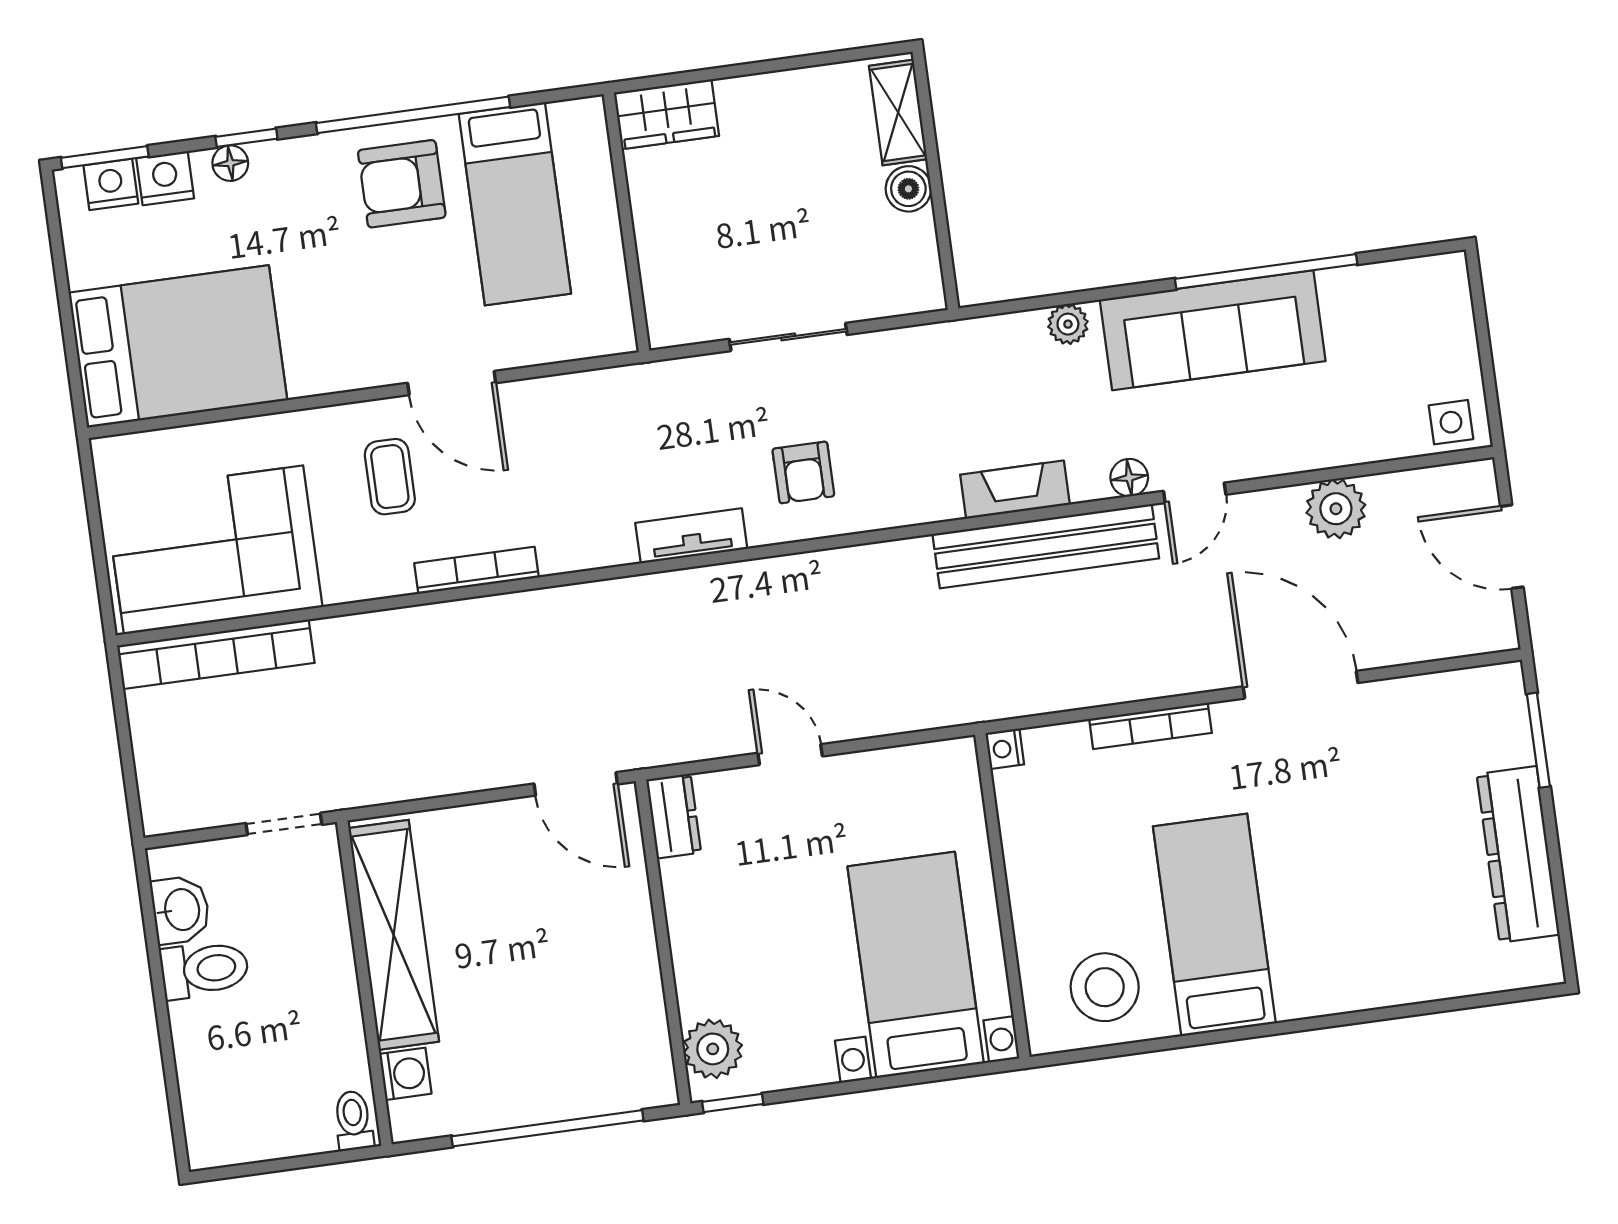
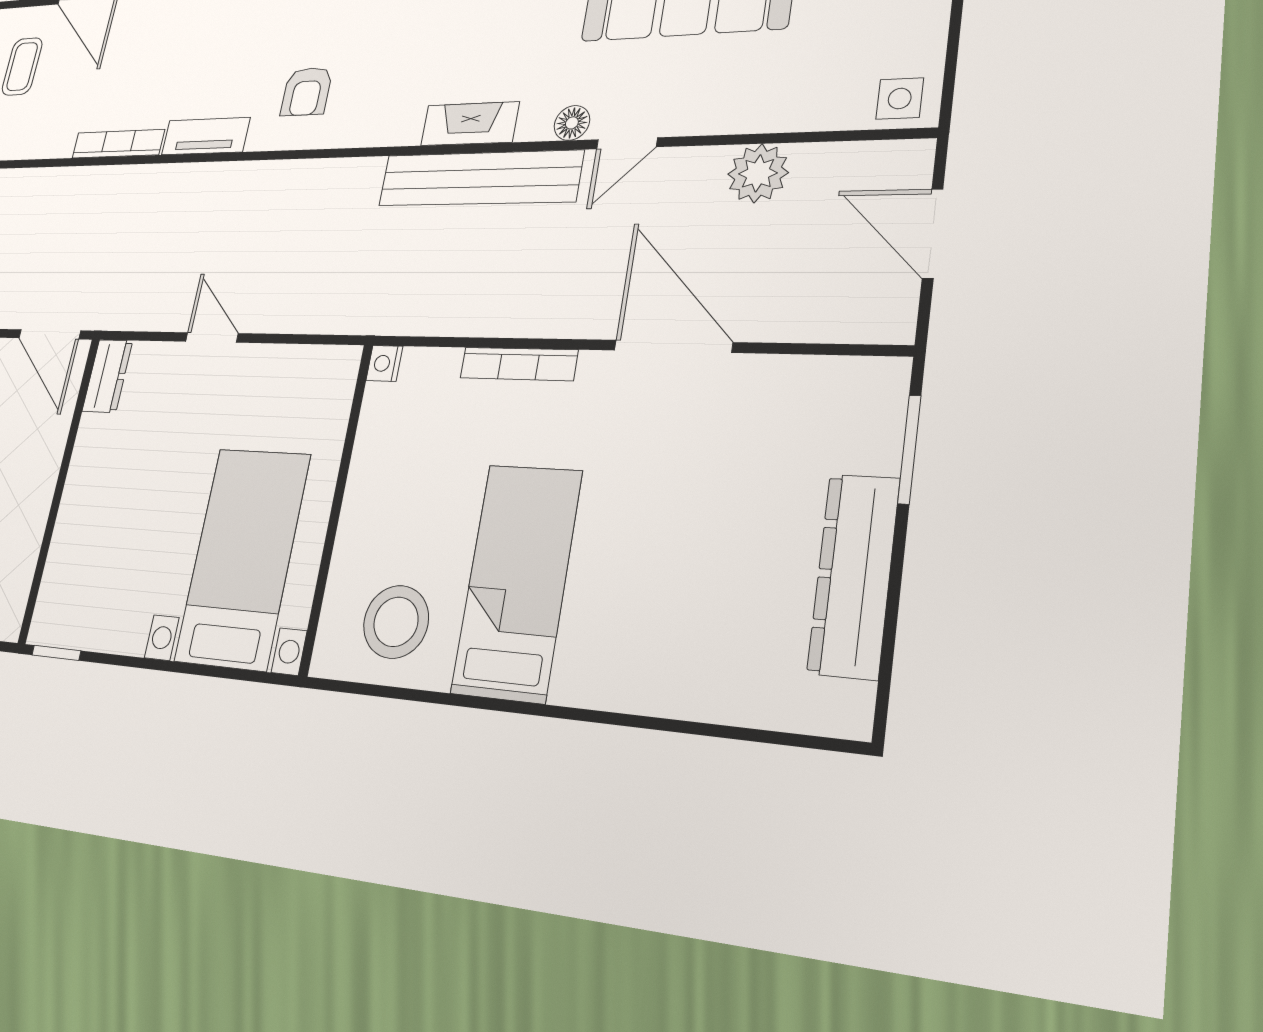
bookcase: (476, 570) -> (118, 144), moved
plant: (713, 1049) -> (60, 597), removed

